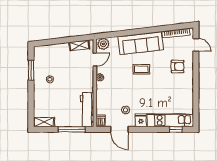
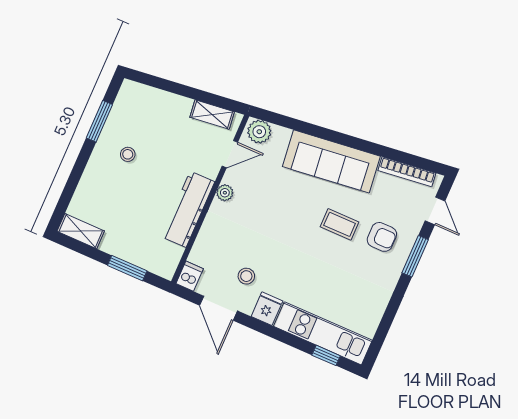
coffee table: (141, 69) -> (340, 224), moved
window: (196, 69) -> (415, 256), added
workbench: (87, 110) -> (188, 209), moved
window: (72, 129) -> (127, 268), width x0.69

